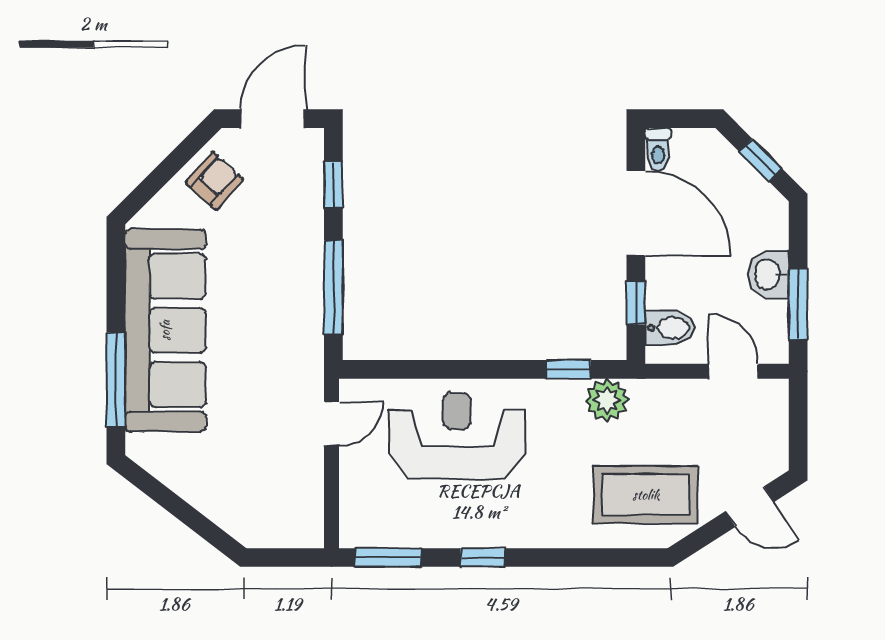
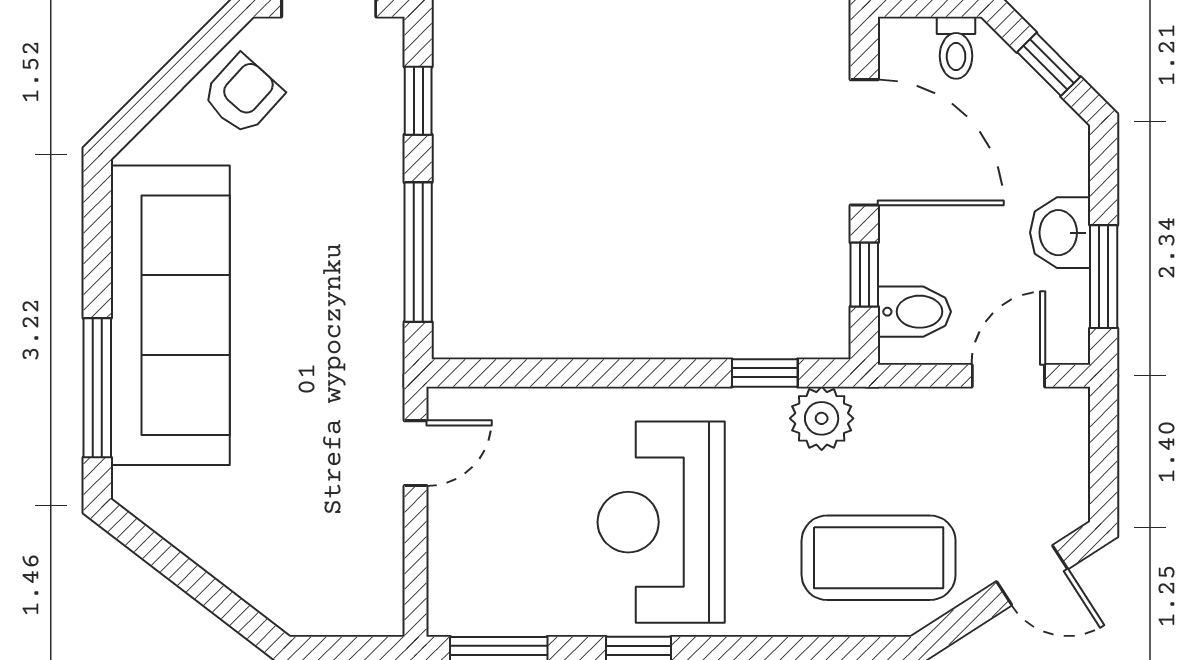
toilet: (658, 149) -> (956, 48), moved
door: (734, 371) -> (1008, 376), hinge flipped
reception desk: (457, 436) -> (661, 522), moved, turned -90

